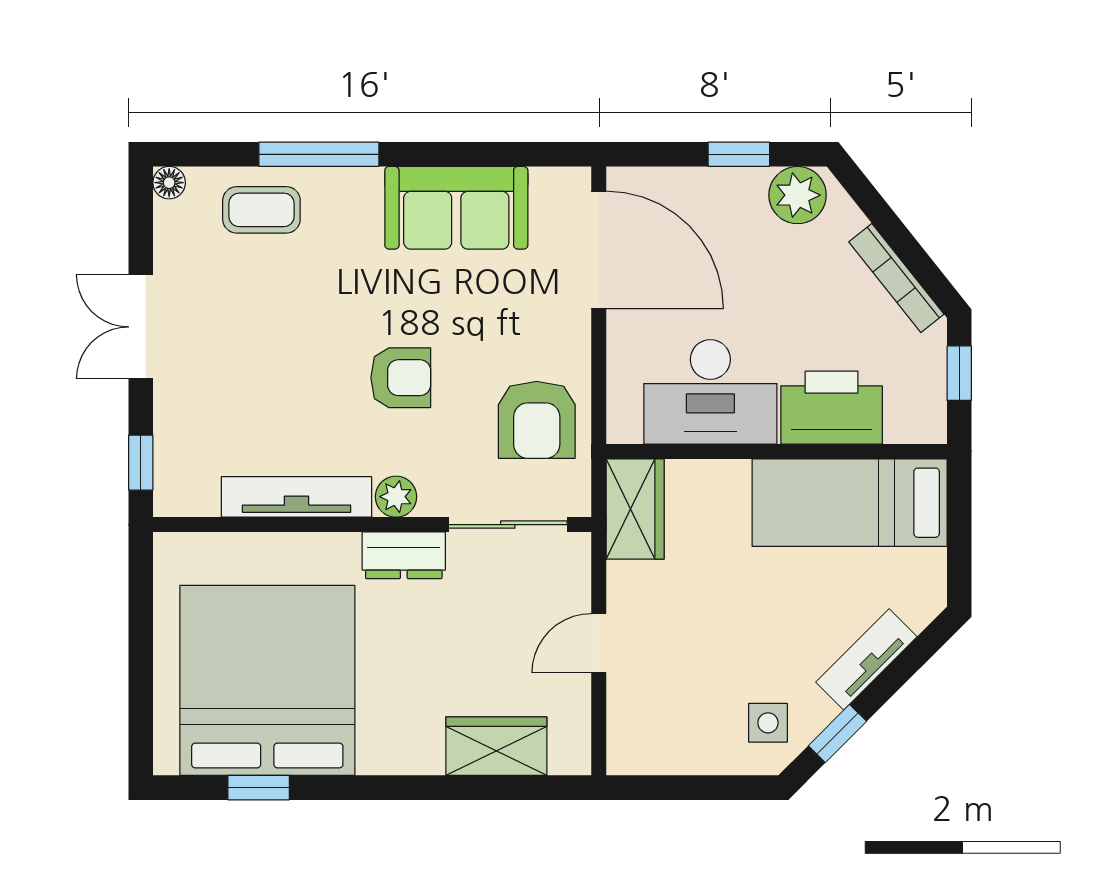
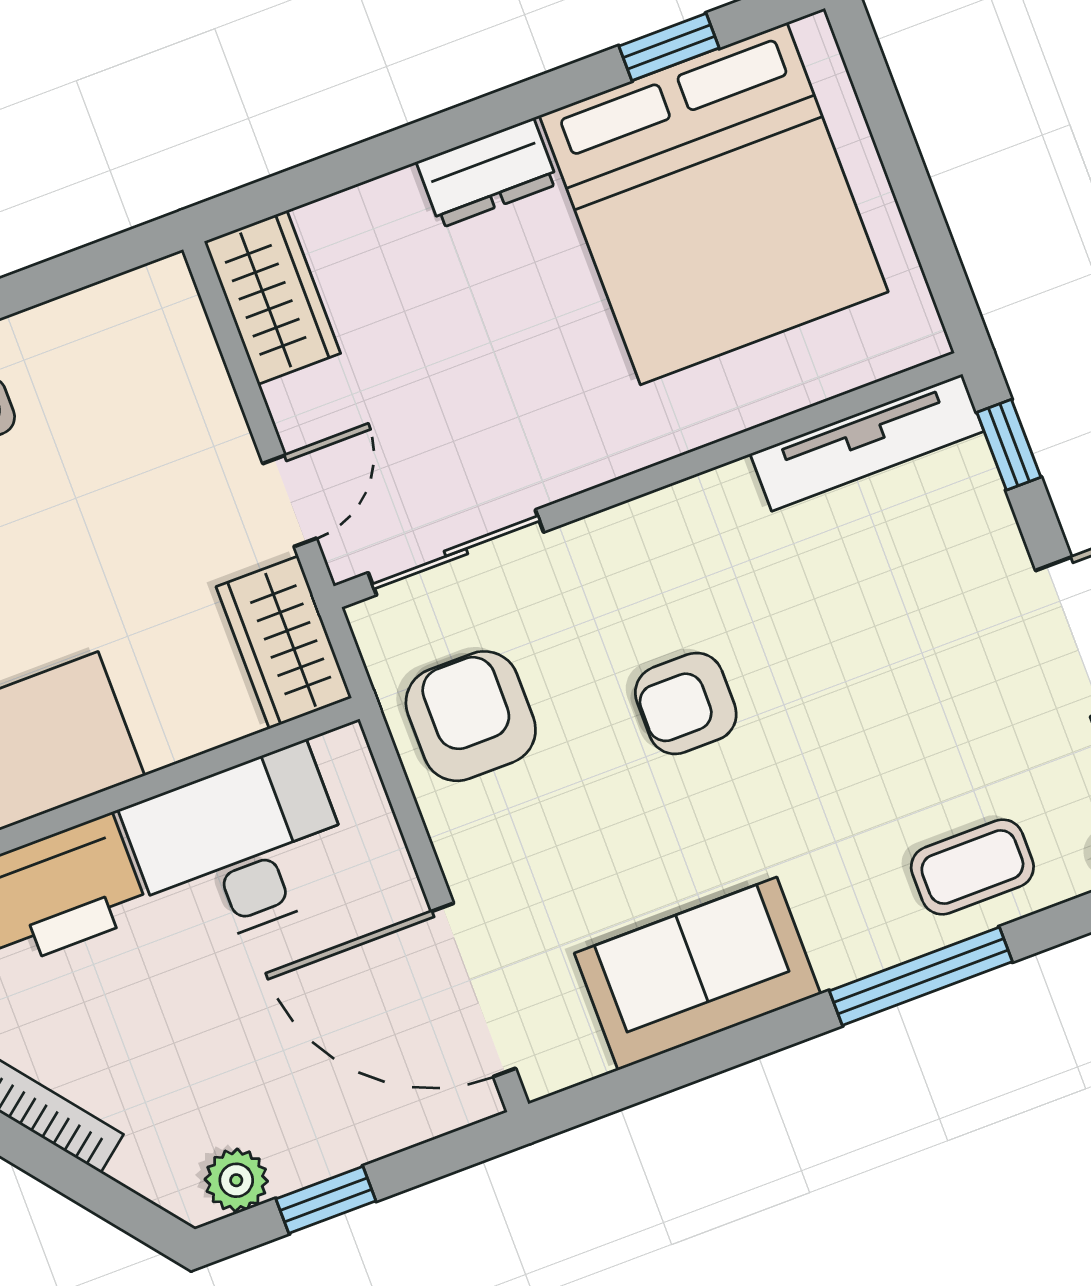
plant: (798, 195) -> (236, 1180), width x0.73, depth x0.73
tv unit: (296, 497) -> (867, 443), moved
plant: (396, 497) -> (629, 532), removed
dresser: (404, 555) -> (487, 173), moved, turned 180
door: (599, 643) -> (290, 501), moved
wardrobe: (496, 746) -> (272, 297), moved, turned -90

